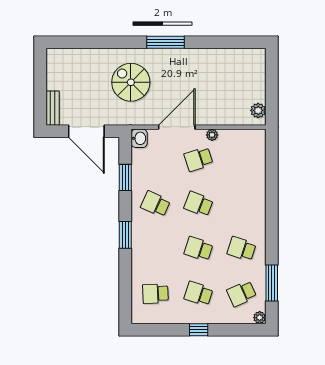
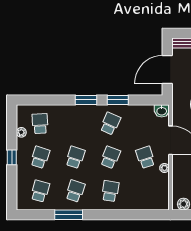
window: (125, 178) -> (118, 100), moved
school desk: (242, 204) -> (110, 191), added
window: (272, 283) -> (69, 215), moved
school desk: (242, 294) -> (40, 191), turned 39
plant: (260, 318) -> (21, 132), moved

